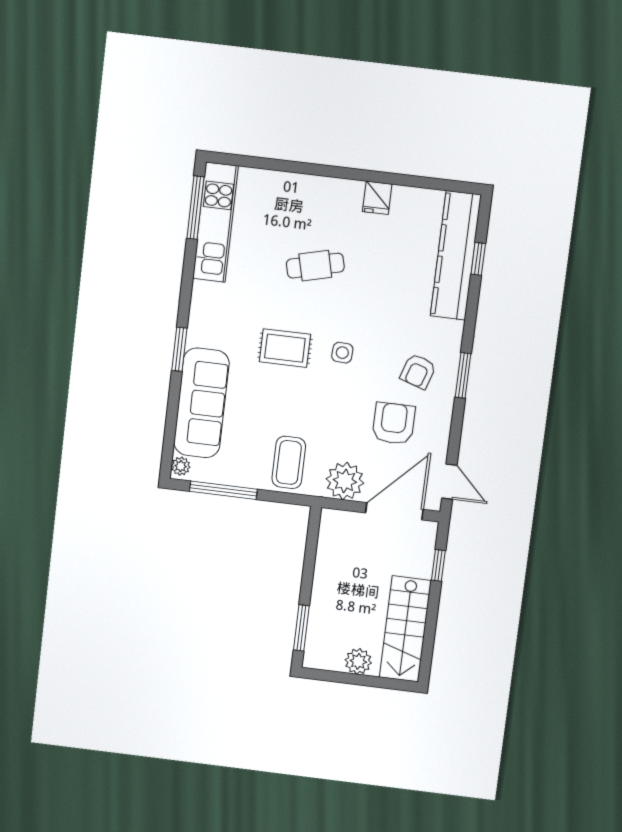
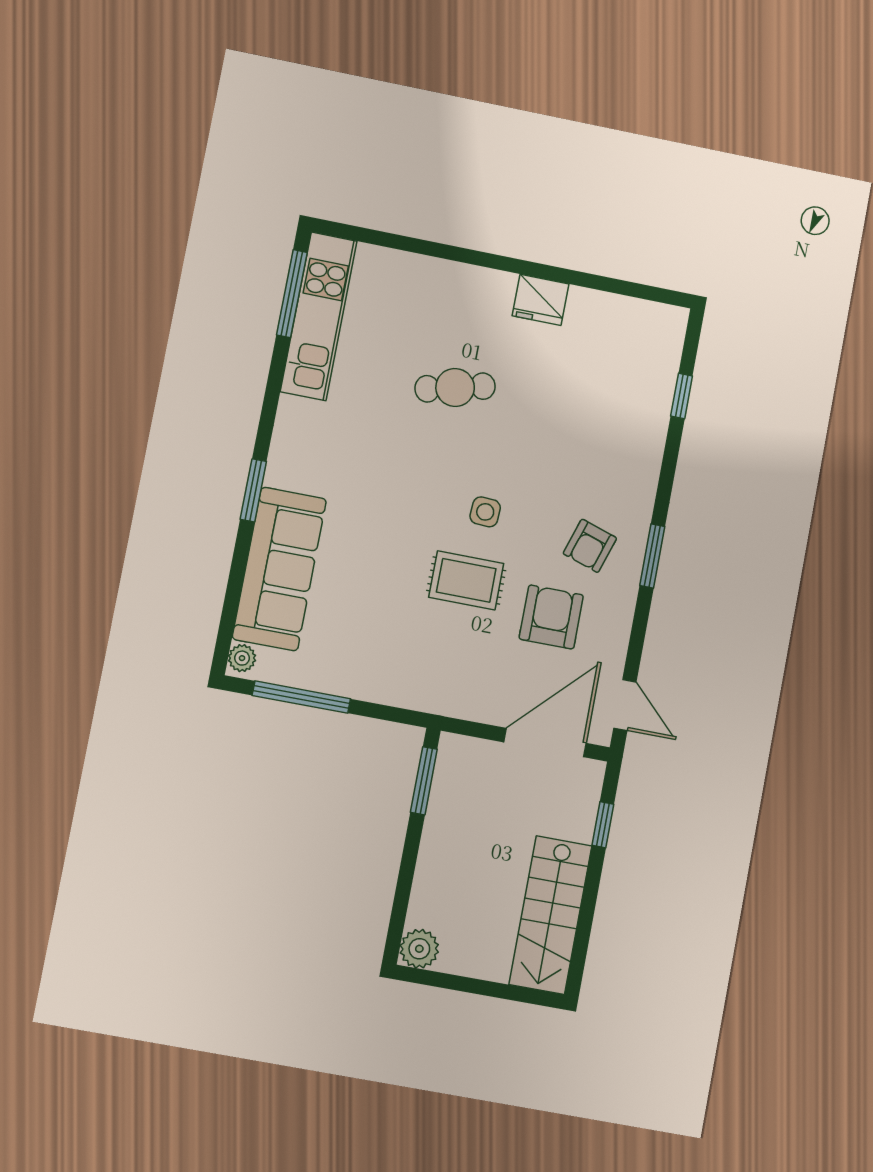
fridge: (377, 198) -> (540, 300), width x1.38
kitchen counter: (456, 255) -> (651, 389), removed
rug: (285, 348) -> (466, 580), moved
coffee table: (289, 462) -> (399, 663), removed
plant: (345, 481) -> (477, 695), removed
window: (301, 628) -> (424, 781), moved
plant: (358, 661) -> (419, 949), moved

